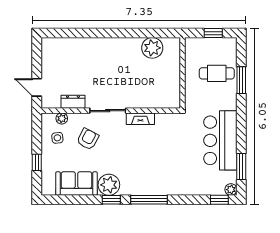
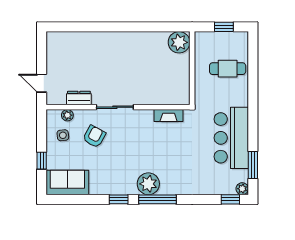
plant: (152, 48) -> (179, 42), moved
window: (241, 80) -> (253, 76), removed
fireplace: (140, 119) -> (169, 116), moved
sofa: (76, 184) -> (67, 183), moved
plant: (109, 185) -> (148, 184), moved

